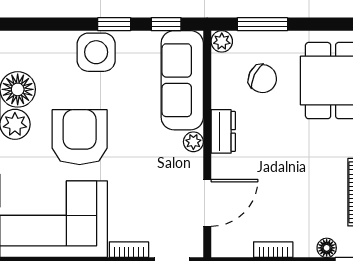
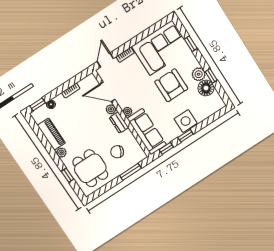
plant: (222, 41) -> (111, 109), moved
armchair: (80, 137) -> (171, 85), turned 180
door: (207, 203) -> (107, 92), hinge flipped

